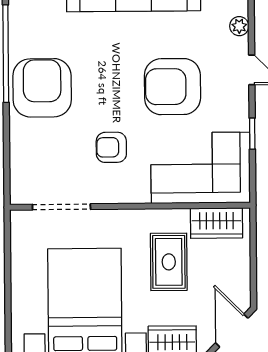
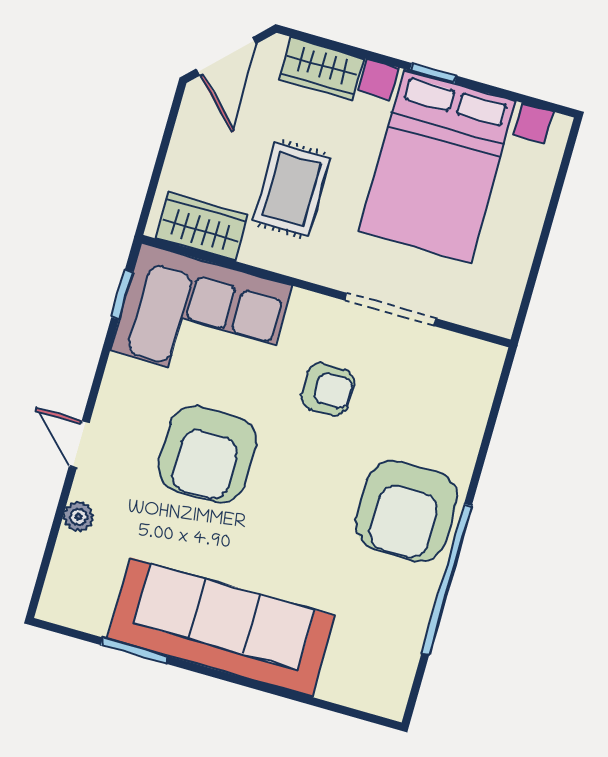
armchair: (172, 87) -> (207, 454), turned 90
window: (252, 134) -> (122, 295), moved
doorway: (61, 207) -> (391, 309), moved

